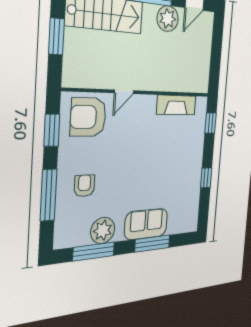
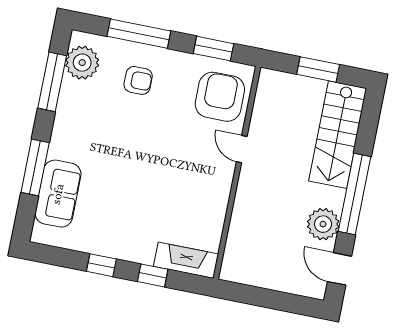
fireplace: (176, 105) -> (186, 260), moved, turned 90
window: (211, 123) -> (153, 275), moved
sofa: (146, 224) -> (58, 194), moved
plant: (103, 230) -> (82, 63), moved

